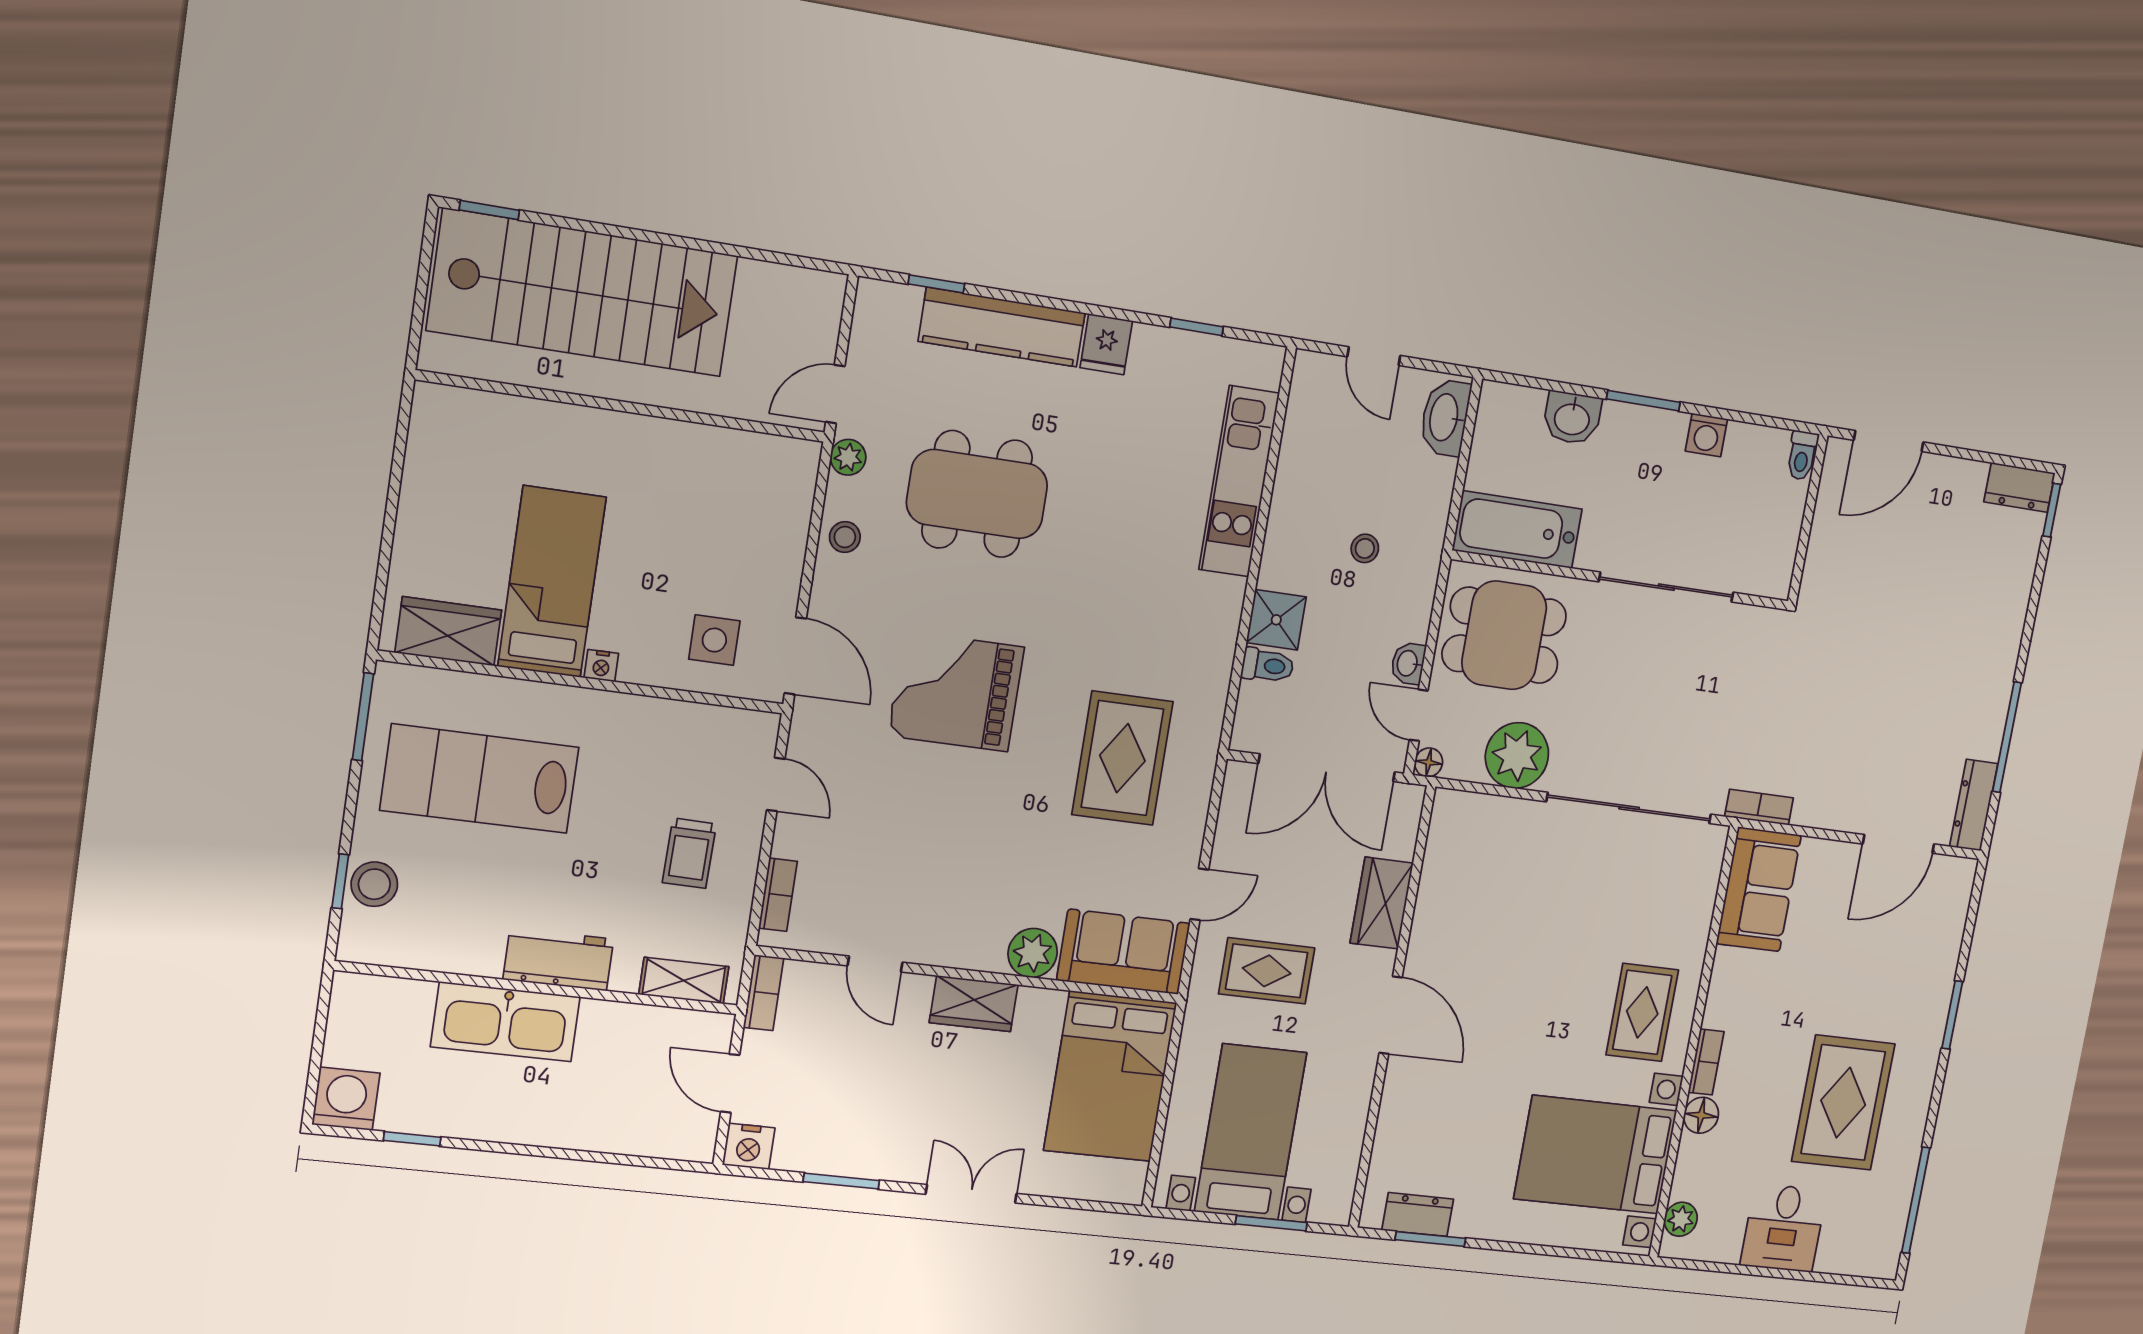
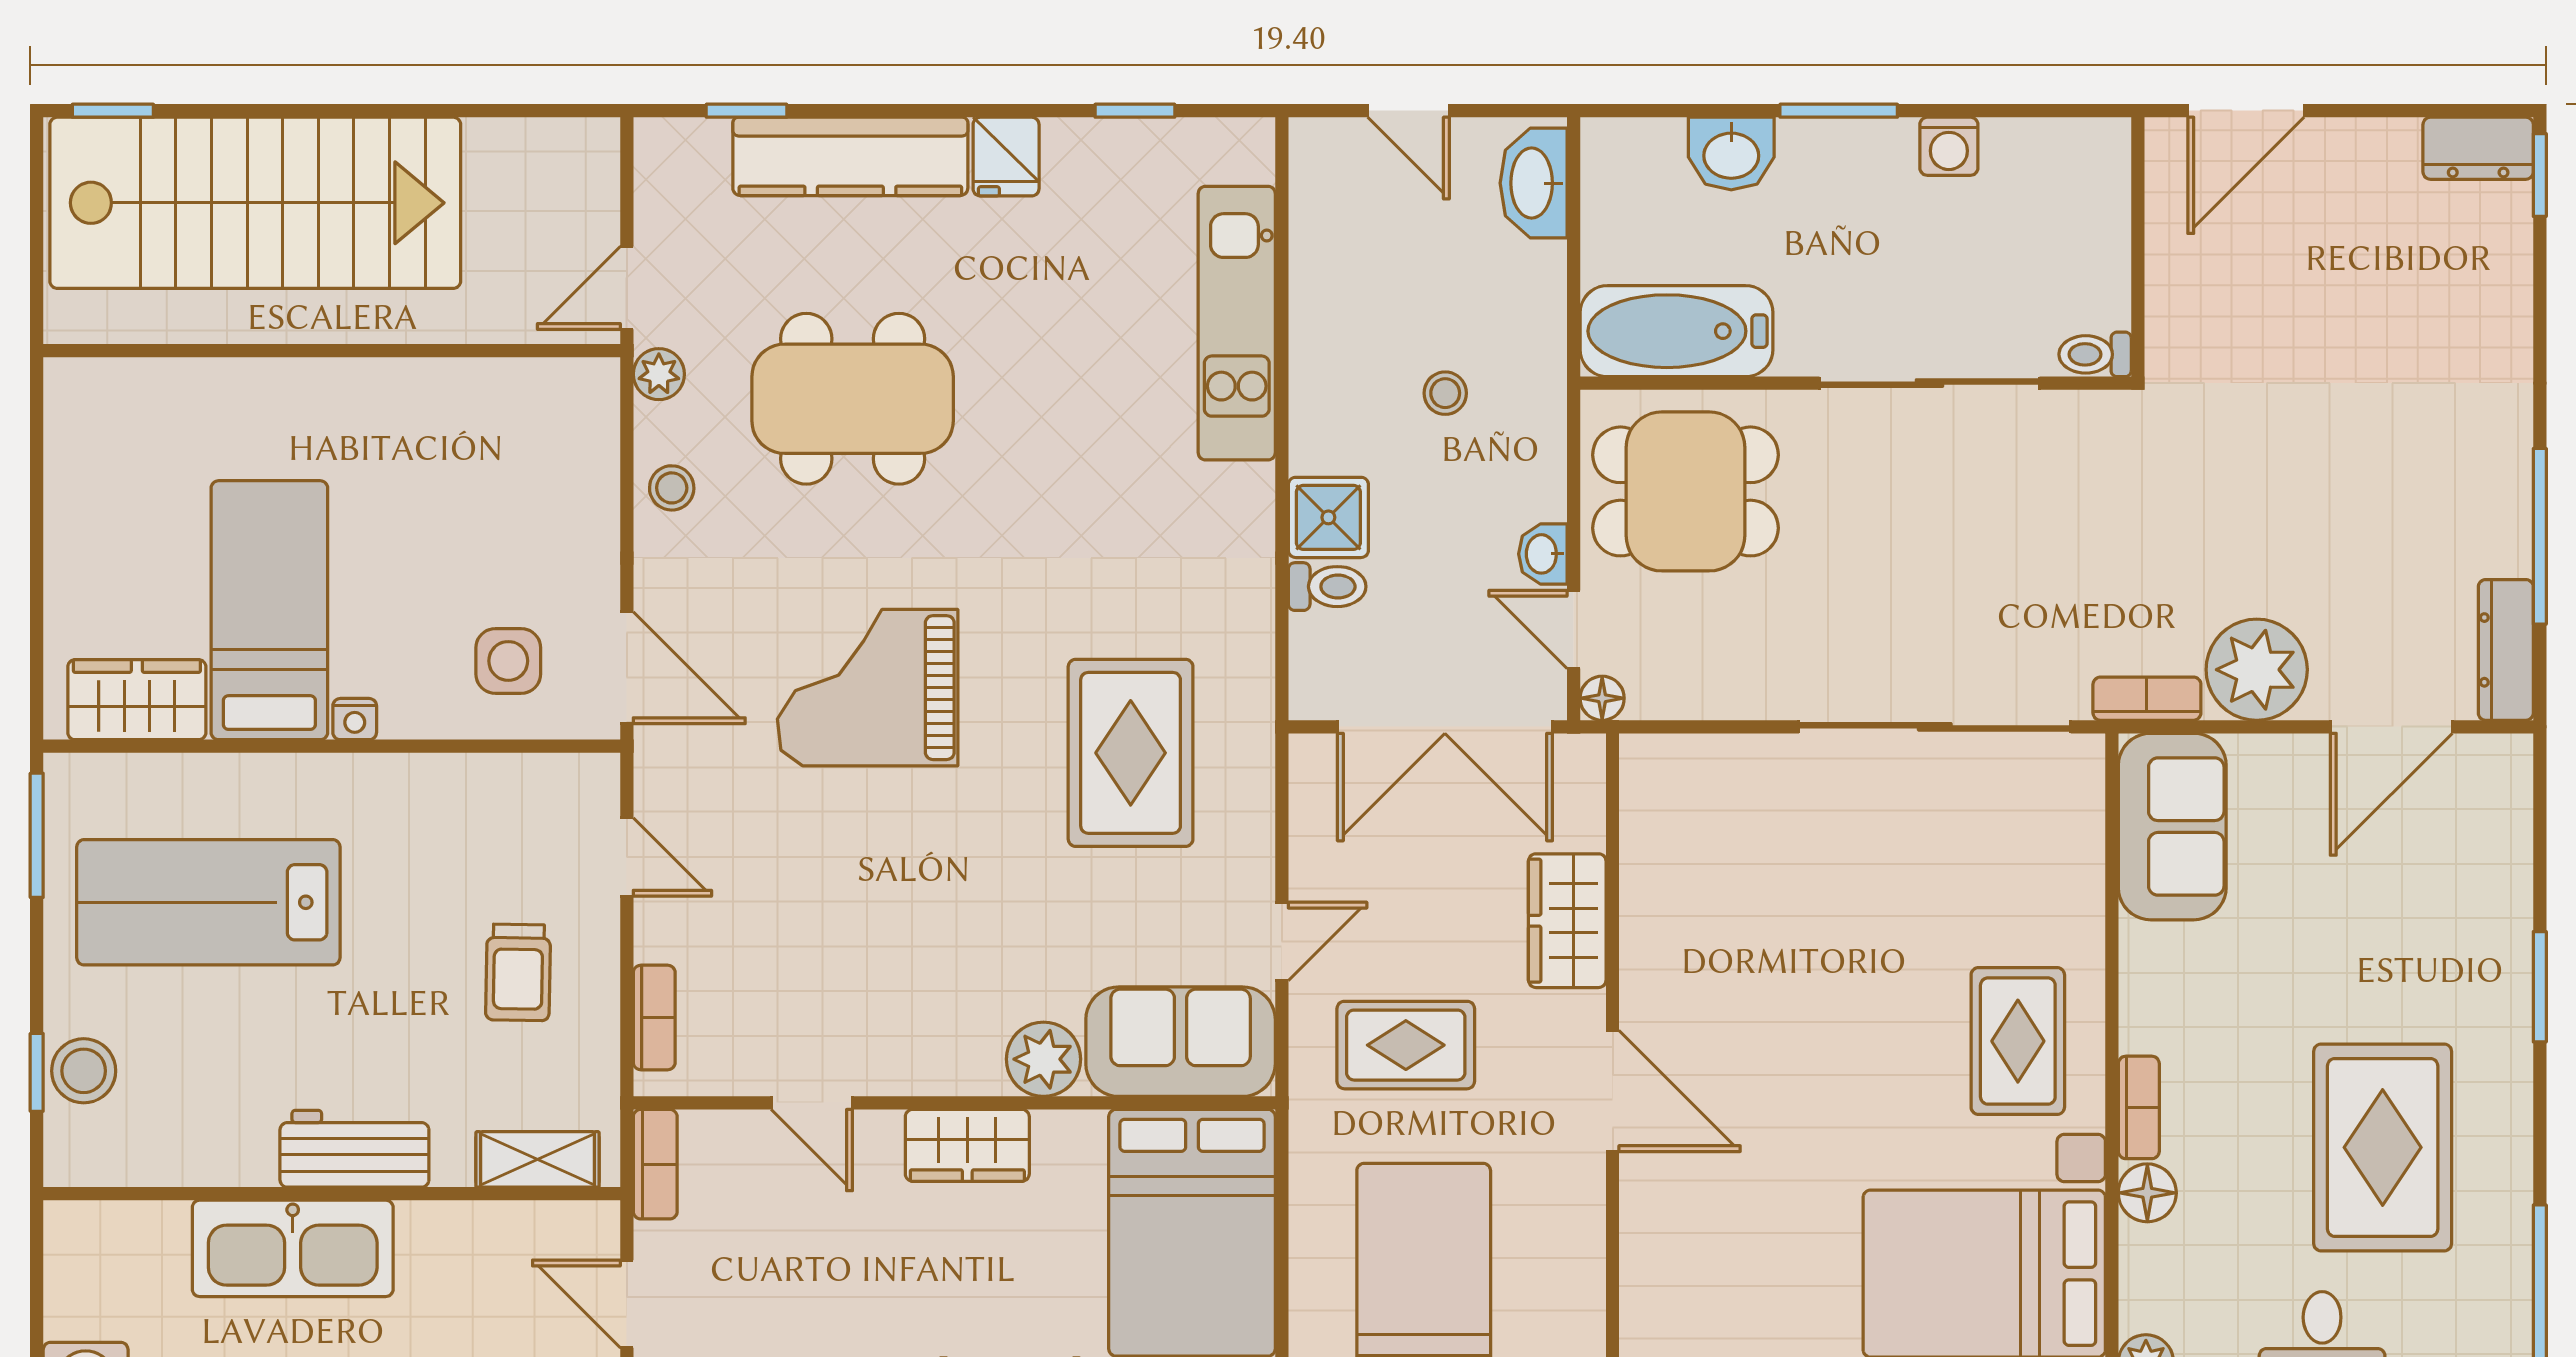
toilet: (1802, 455) -> (2095, 354), moved, turned 90
plant: (1517, 755) -> (2257, 670), moved

